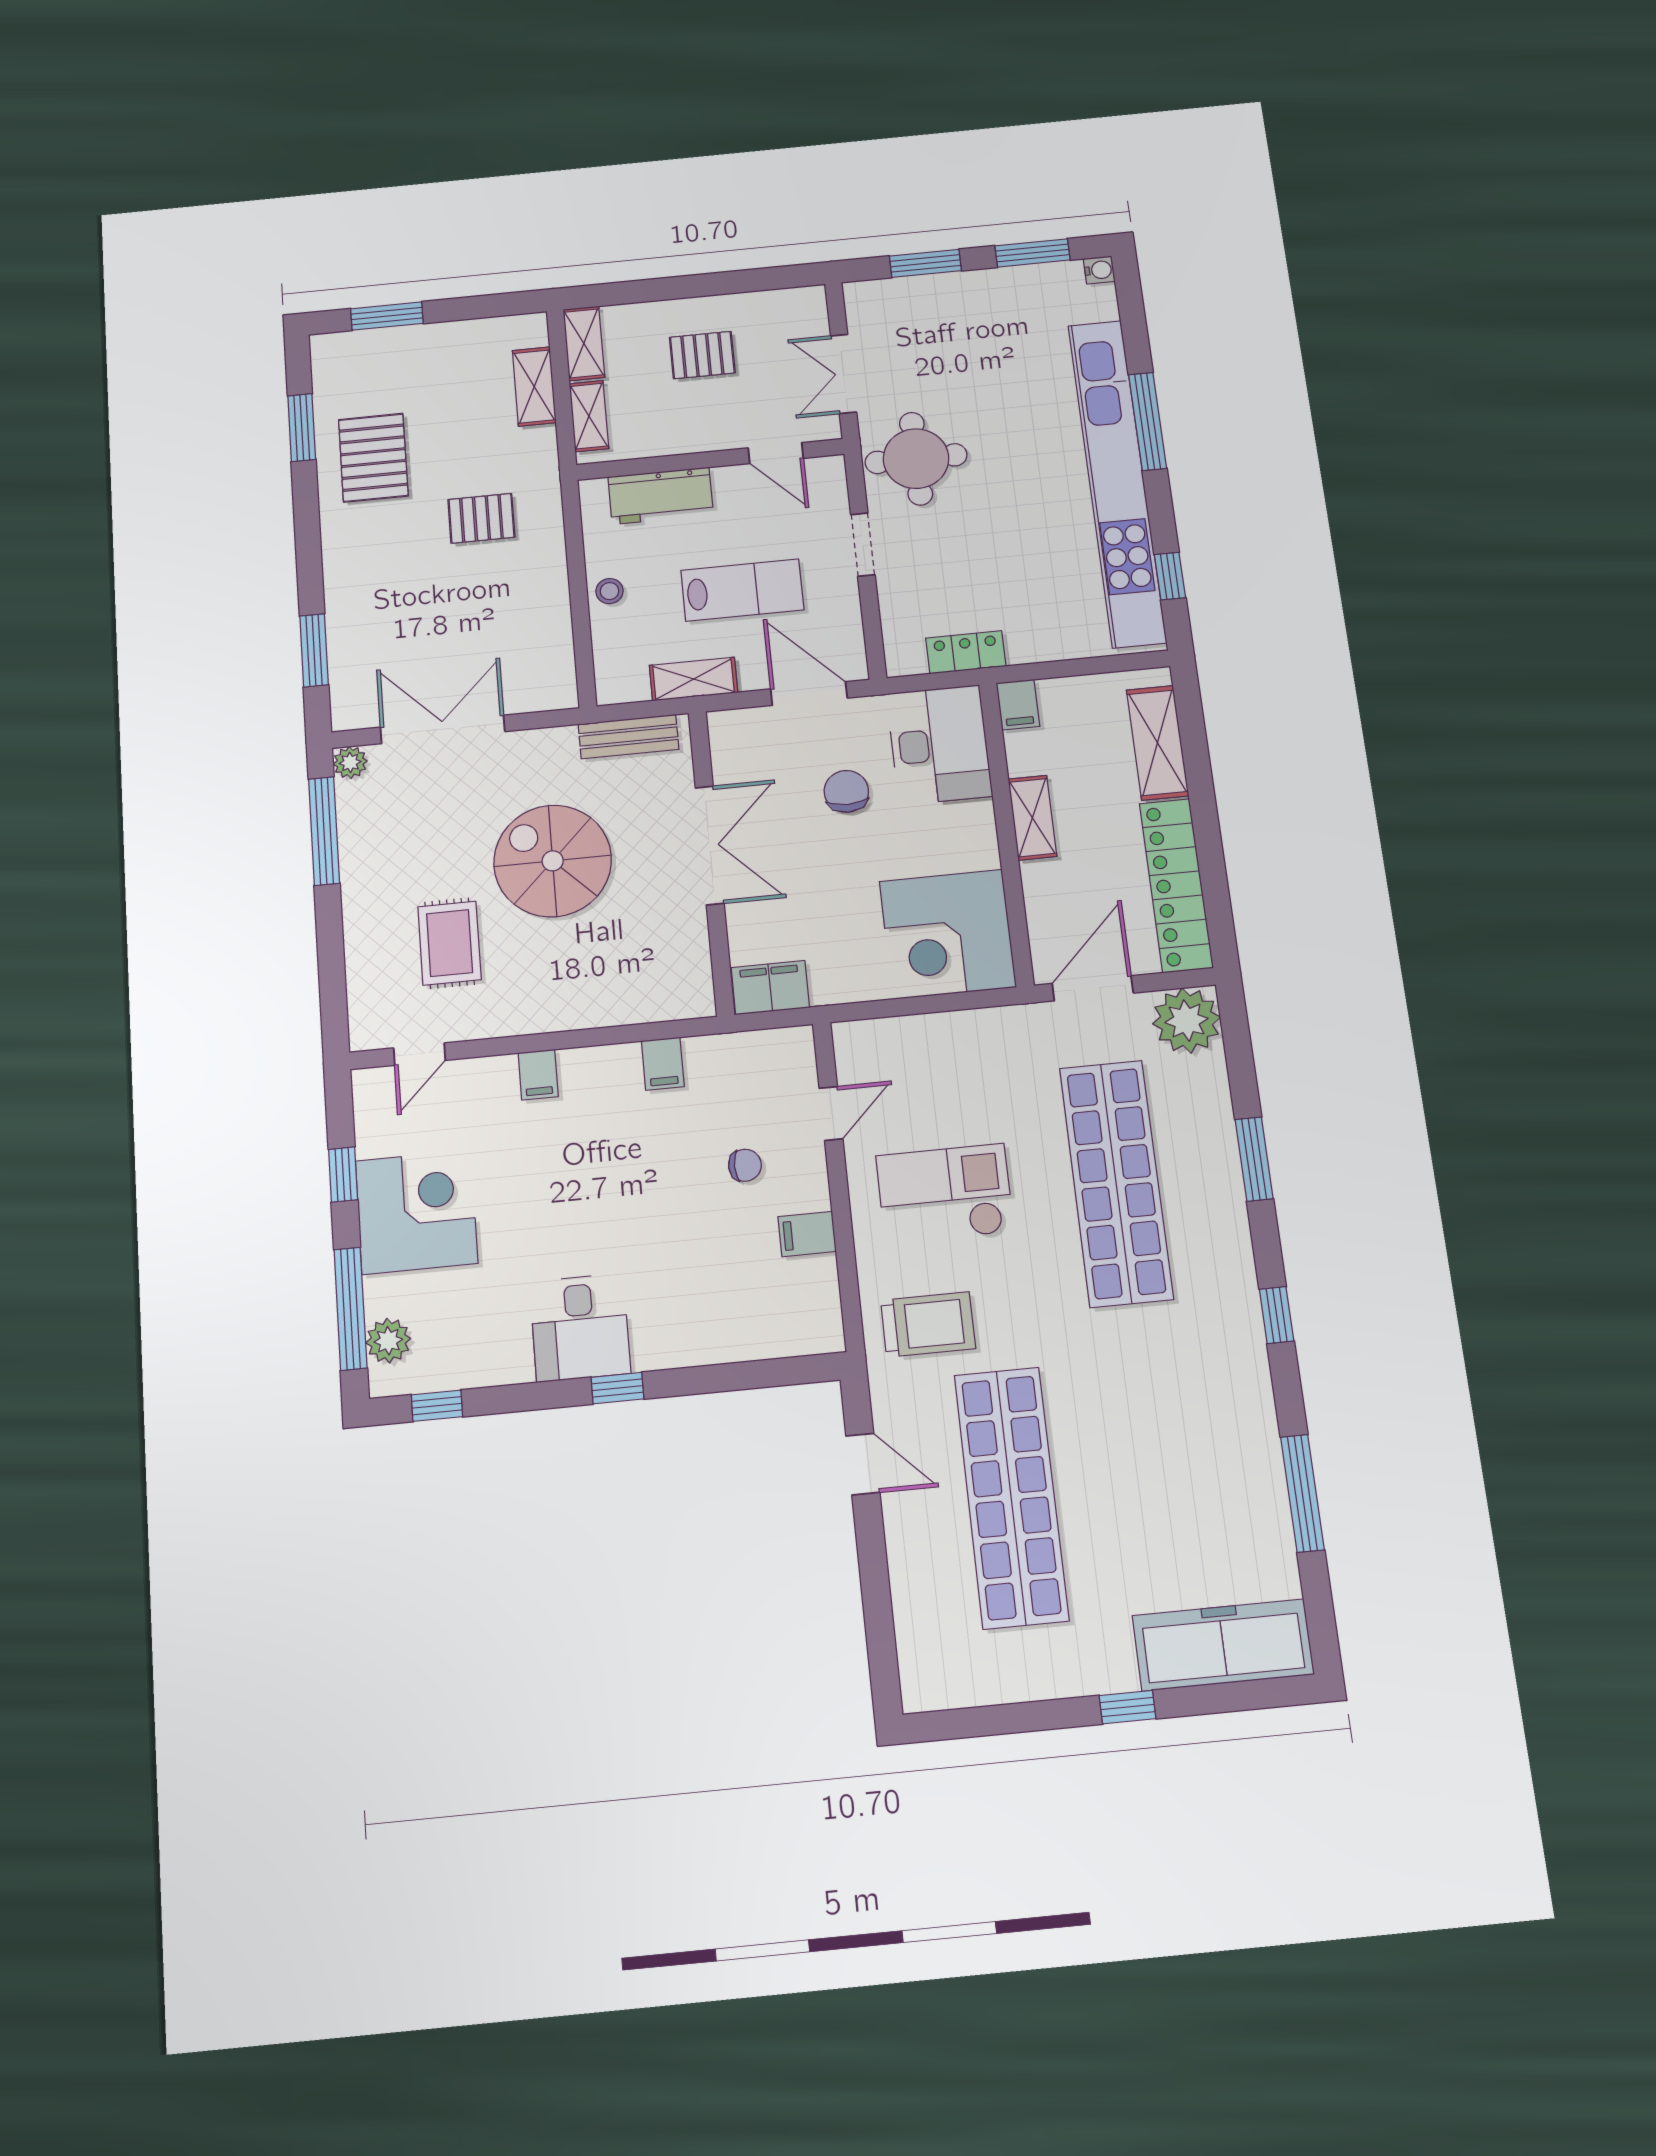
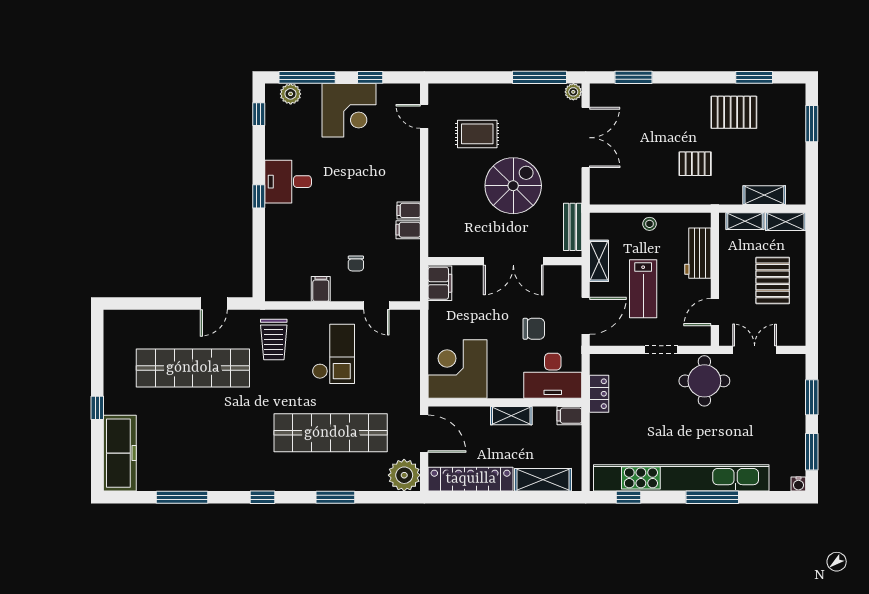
pallet: (702, 355) -> (773, 280), width x1.50, depth x1.42
pallet: (481, 518) -> (695, 164), turned 90
filing cabinet: (538, 1075) -> (409, 210), moved

